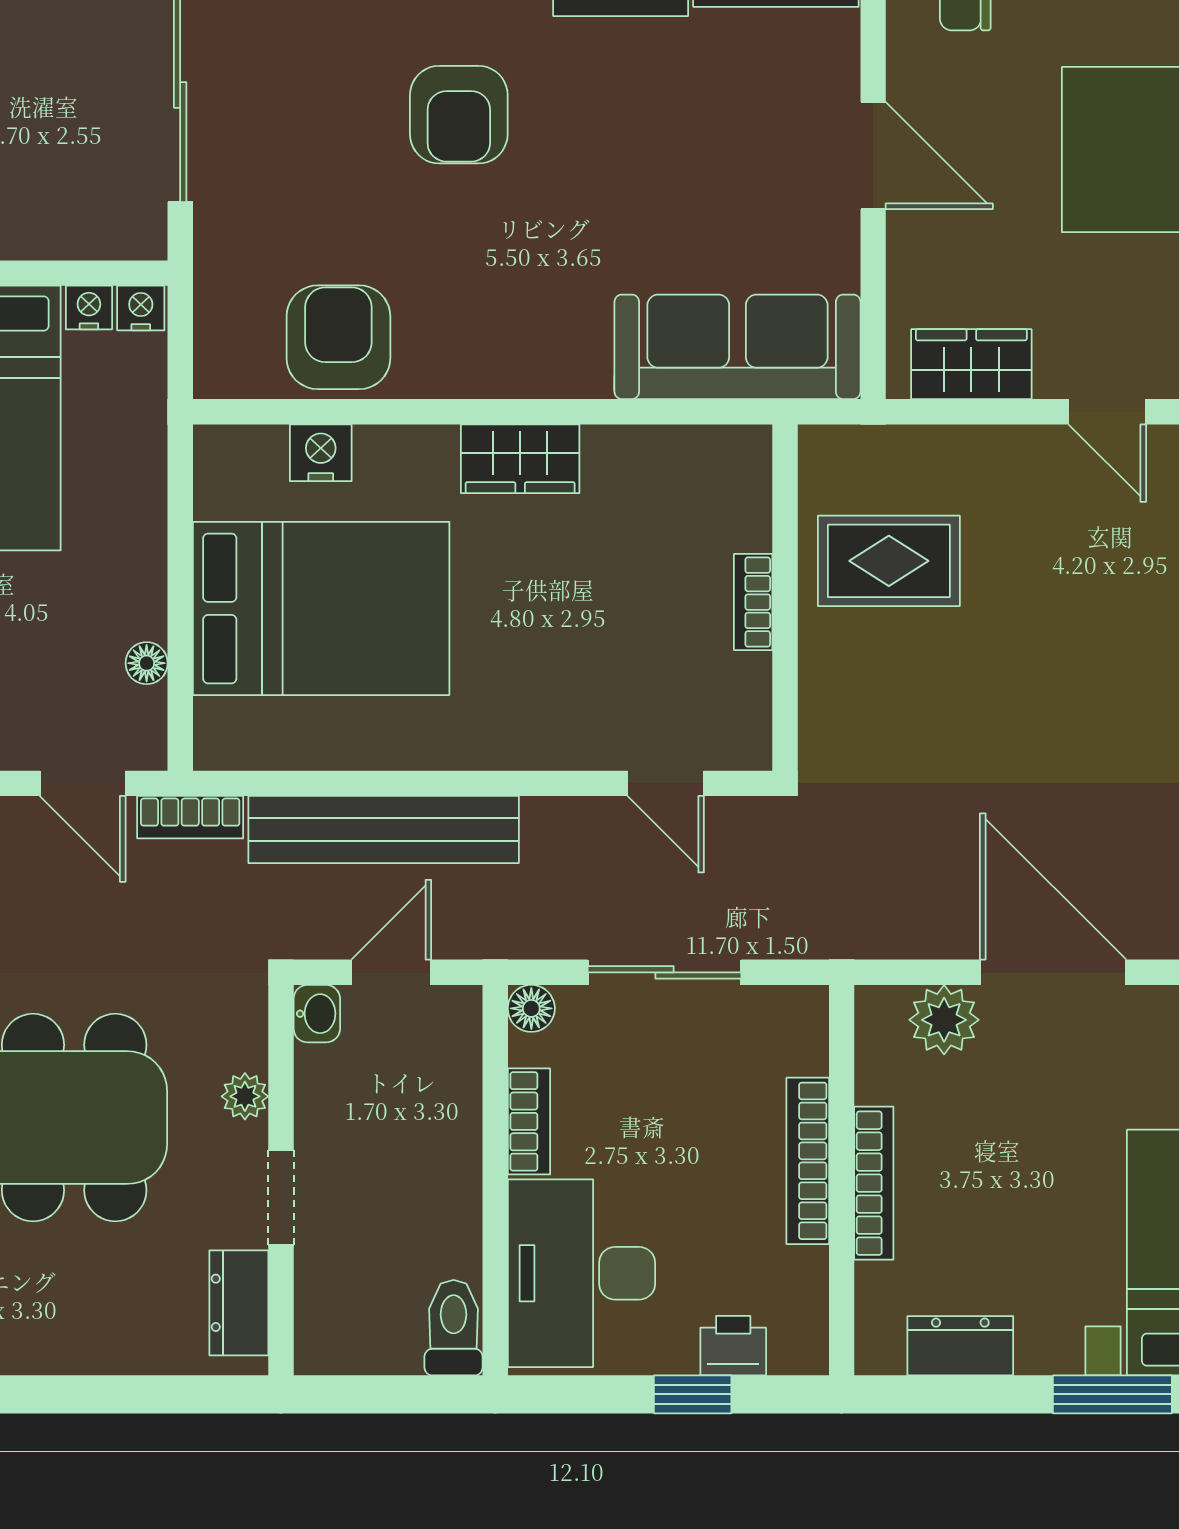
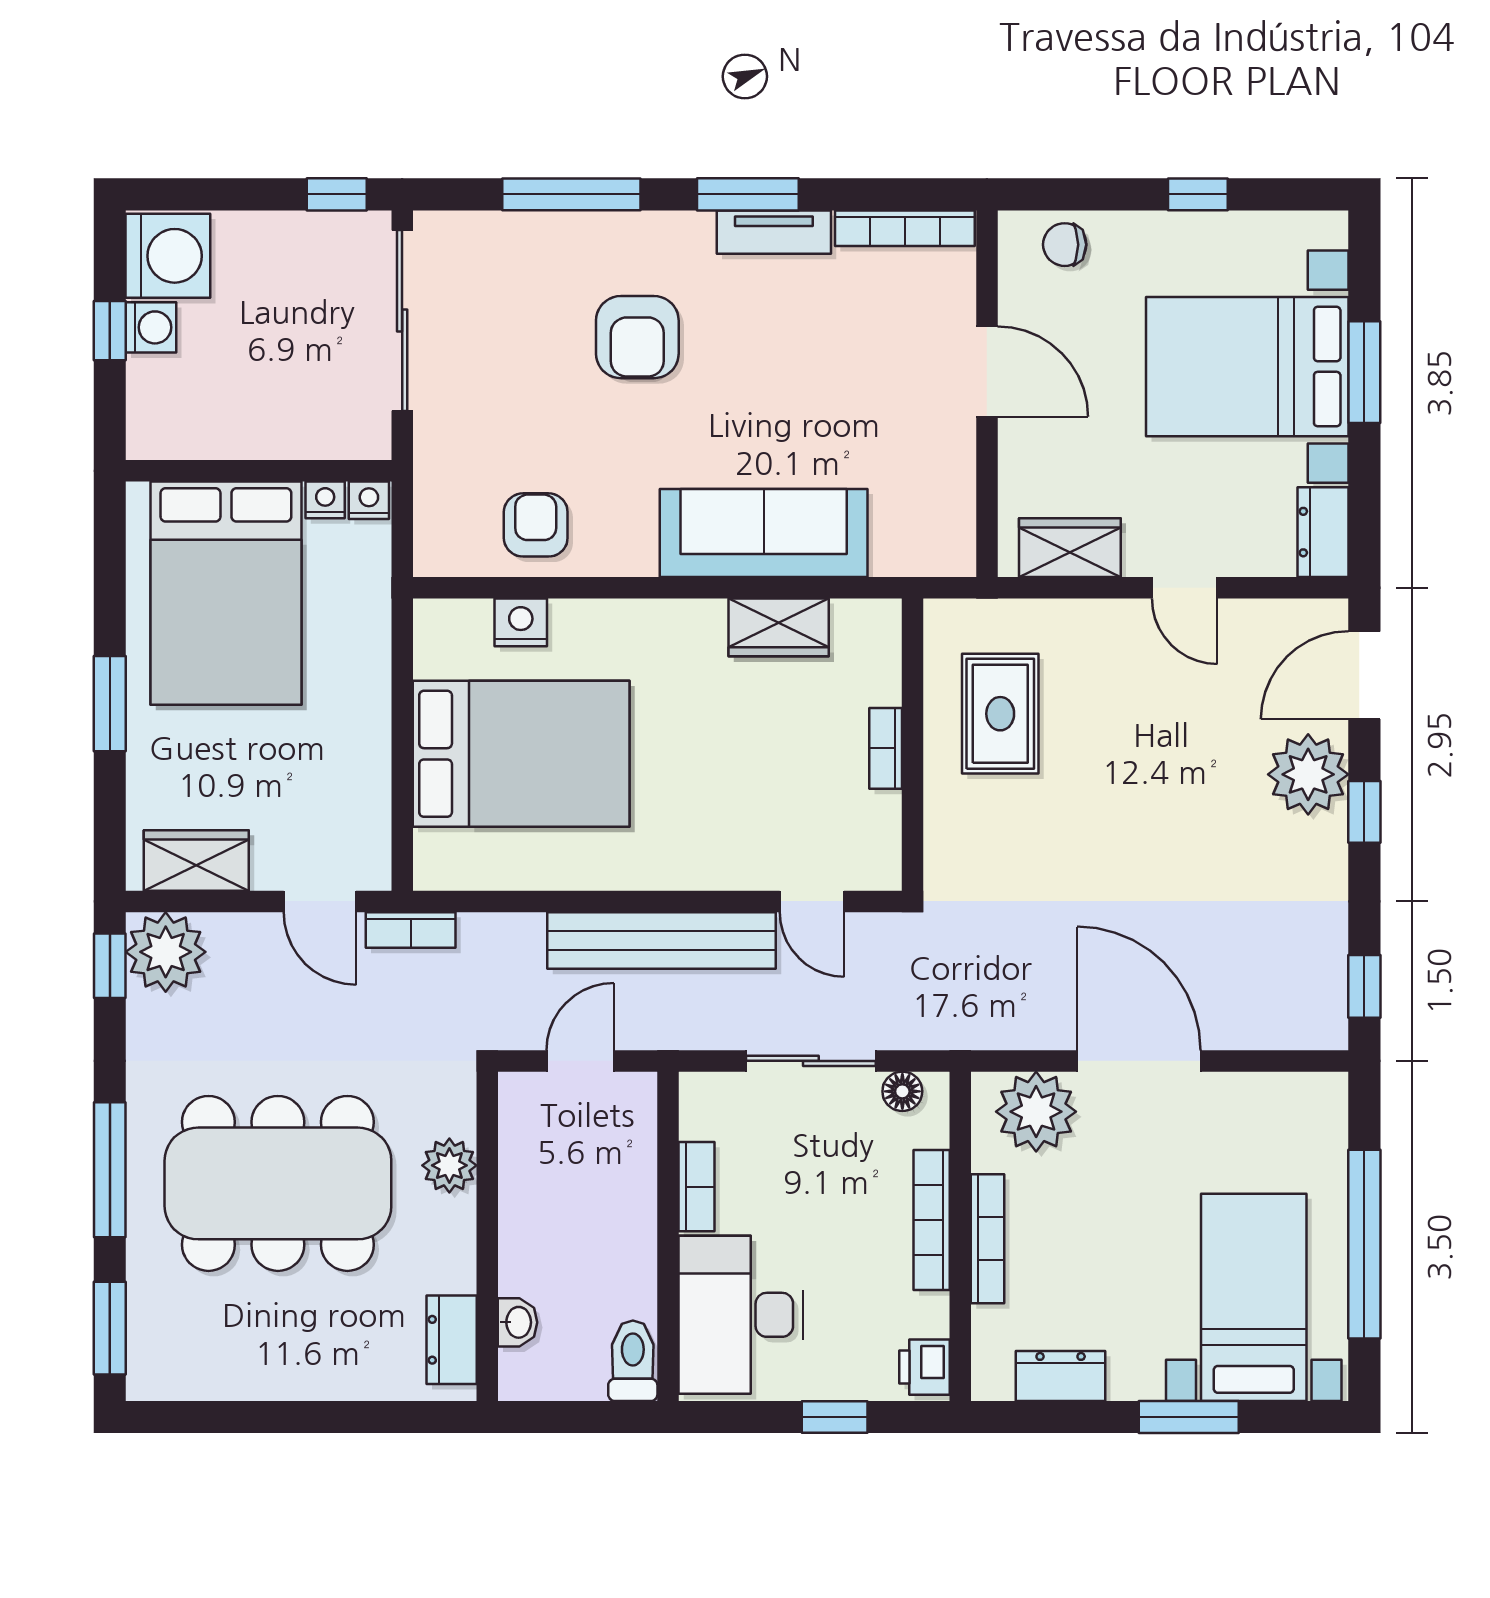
armchair: (338, 337) -> (536, 525), width x0.72, depth x0.72
sofa: (737, 347) -> (764, 533), moved
wardrobe: (520, 459) -> (779, 627), moved
rug: (889, 561) -> (1000, 714), turned 90
floor lamp: (147, 663) -> (374, 800), removed
bench: (384, 830) -> (662, 940), moved
floor lamp: (531, 1008) -> (902, 1091), moved
washbasin: (317, 1014) -> (517, 1322), moved
plant: (944, 1020) -> (1036, 1112), width x1.36, depth x1.36
plant: (245, 1096) -> (449, 1165), width x1.38, depth x1.38
doorway: (281, 1198) -> (487, 1251), removed
printer: (733, 1346) -> (925, 1367), moved, turned -90

